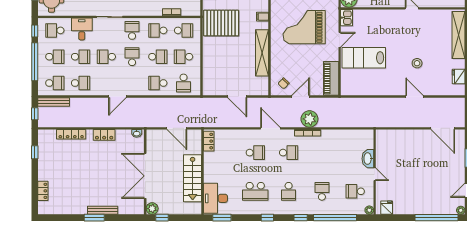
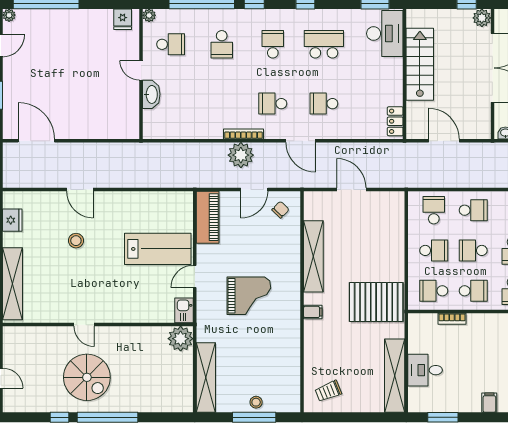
grand piano: (304, 27) -> (249, 296), width x0.73, depth x0.68

